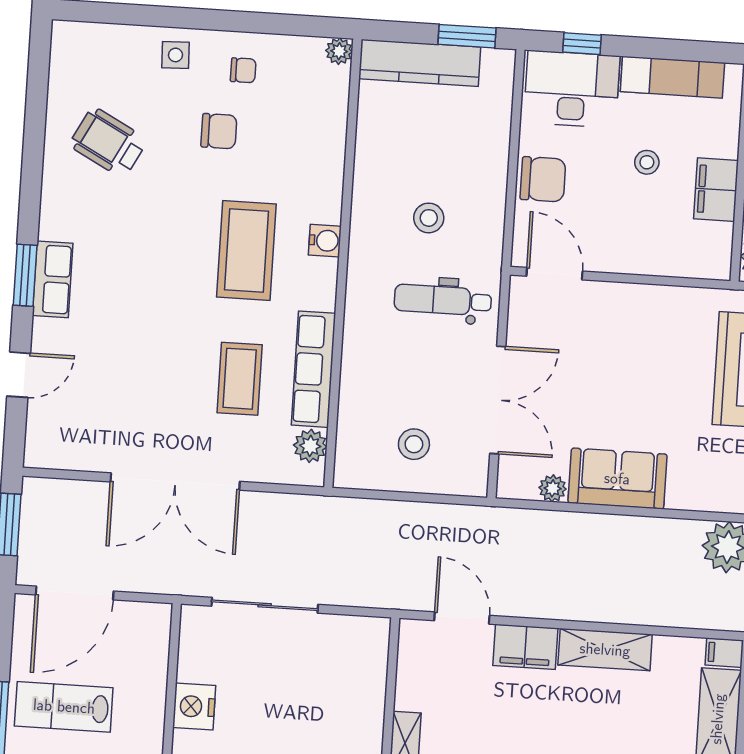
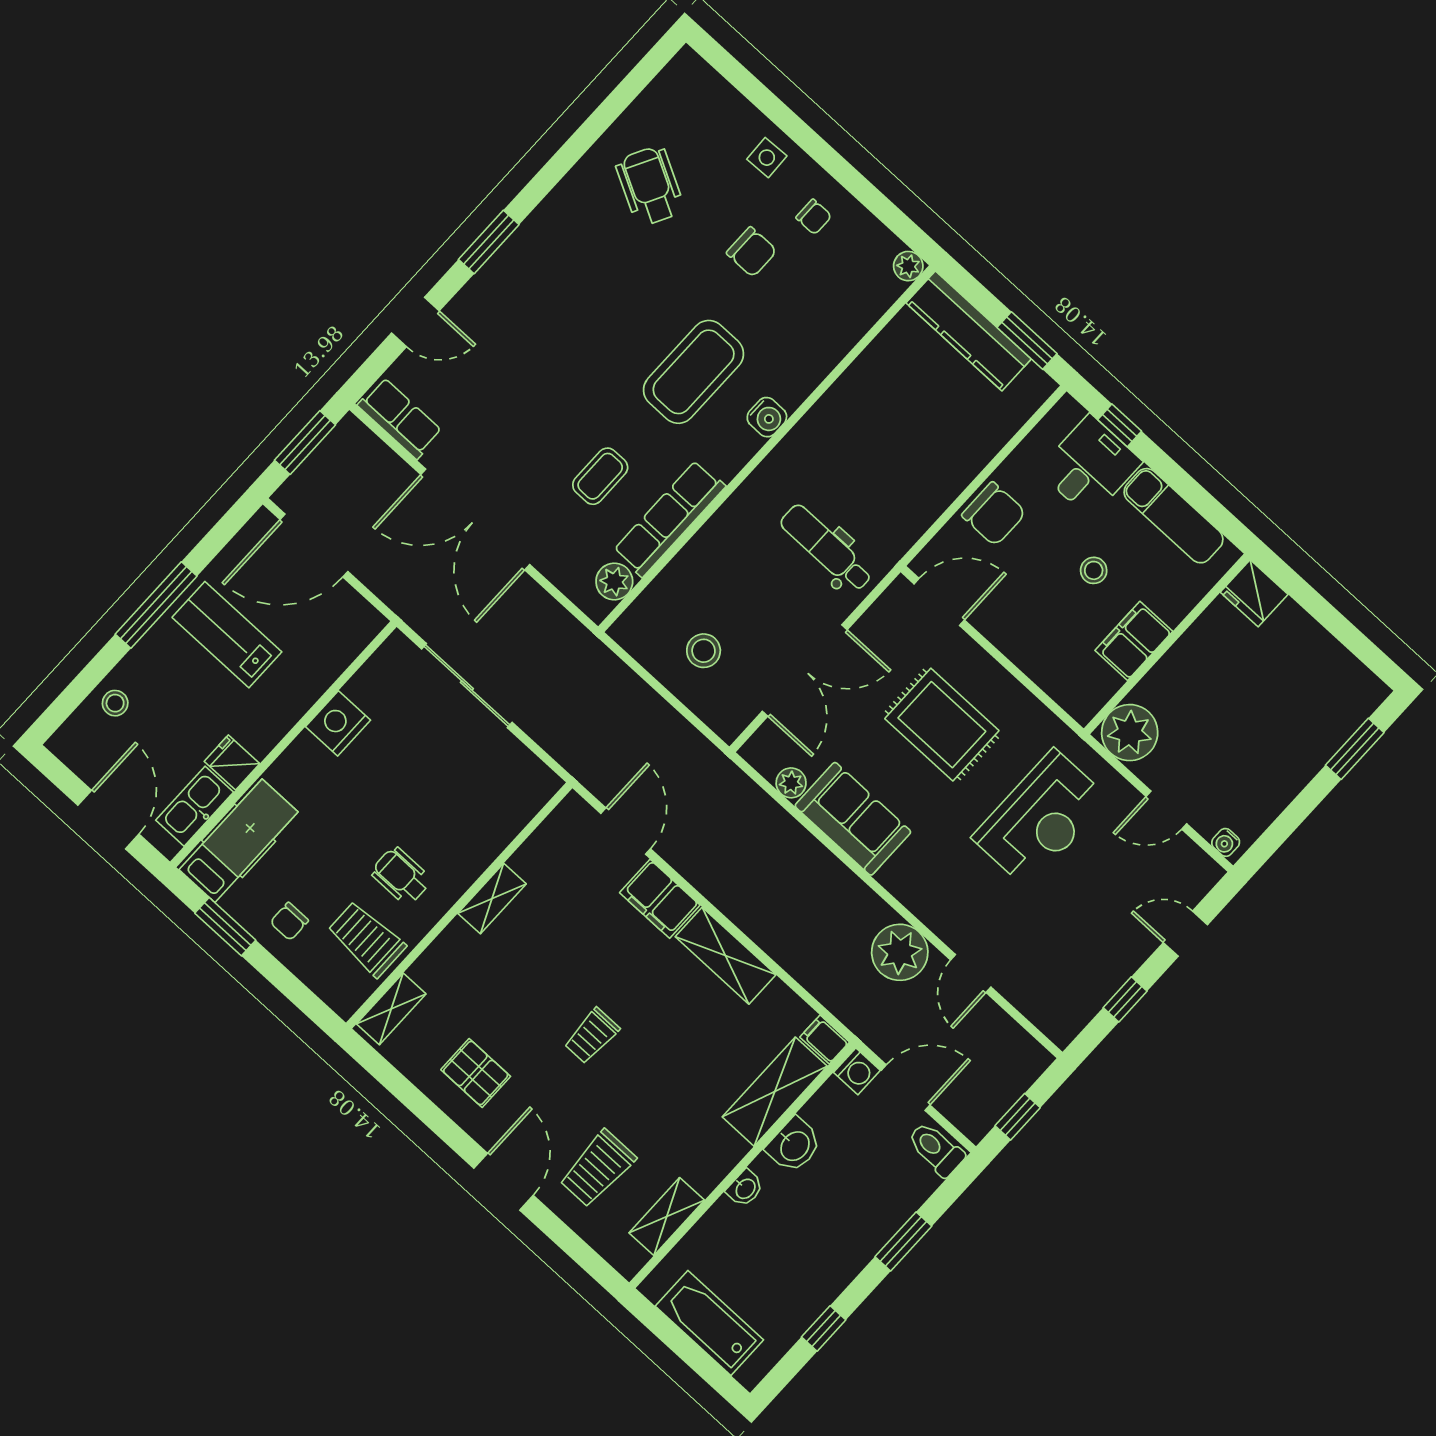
desk: (572, 89) -> (1090, 466), width x0.73
stool: (429, 218) -> (871, 469), removed
door: (554, 274) -> (939, 602), hinge flipped
row of seats: (53, 279) -> (400, 418), moved, turned -90
rug: (627, 360) -> (942, 725), added
coffee table: (240, 379) -> (600, 476), width x0.73, depth x0.77

